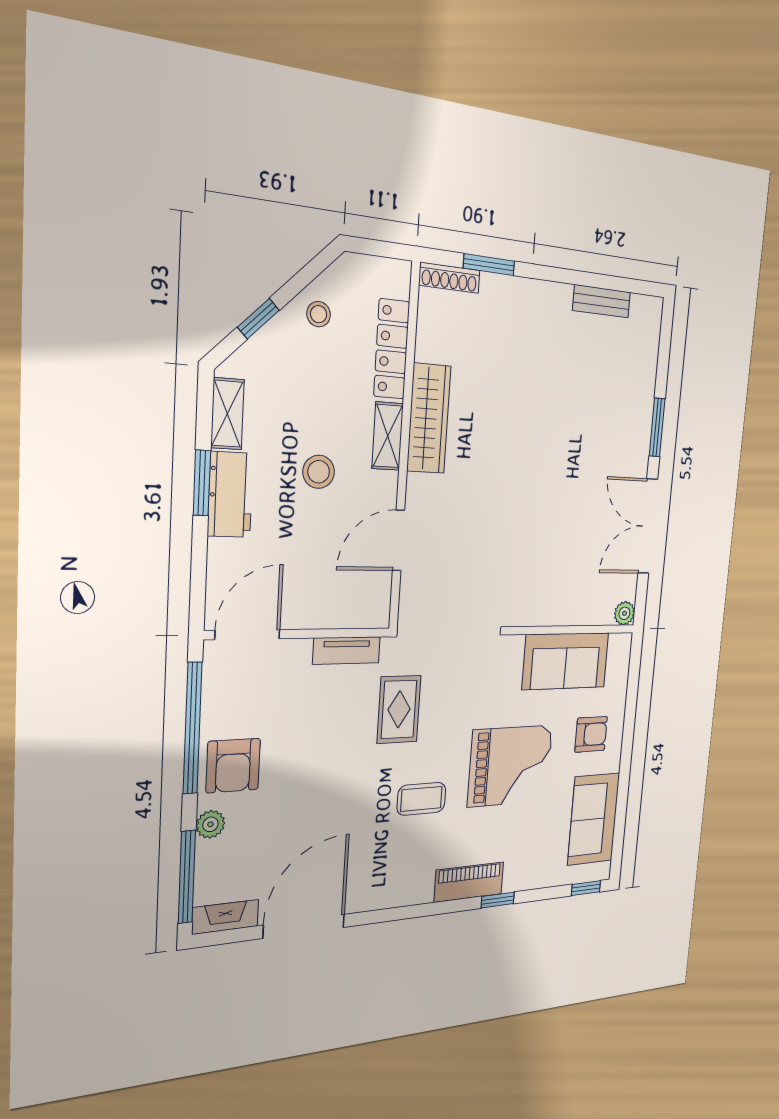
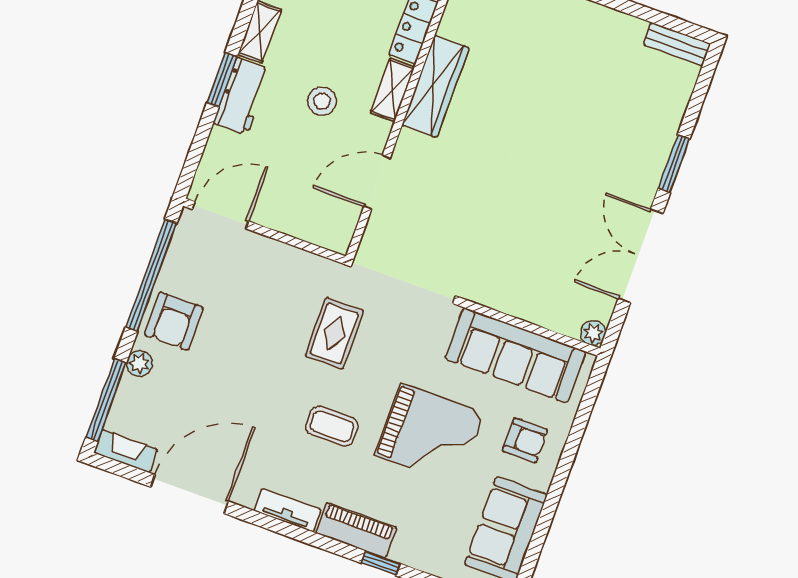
bench: (602, 301) -> (677, 44), moved
tv unit: (347, 650) -> (288, 510), moved, turned 180
sofa: (566, 661) -> (516, 355), width x1.36

